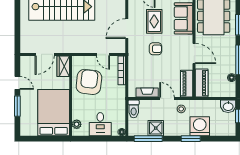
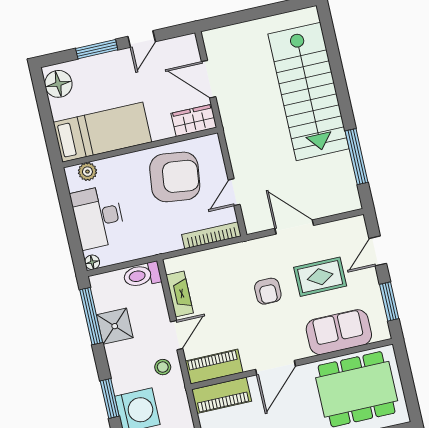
bed: (54, 113) -> (102, 132), width x0.67
desk: (100, 124) -> (98, 217), width x1.37
floor lamp: (30, 129) -> (58, 84), added

